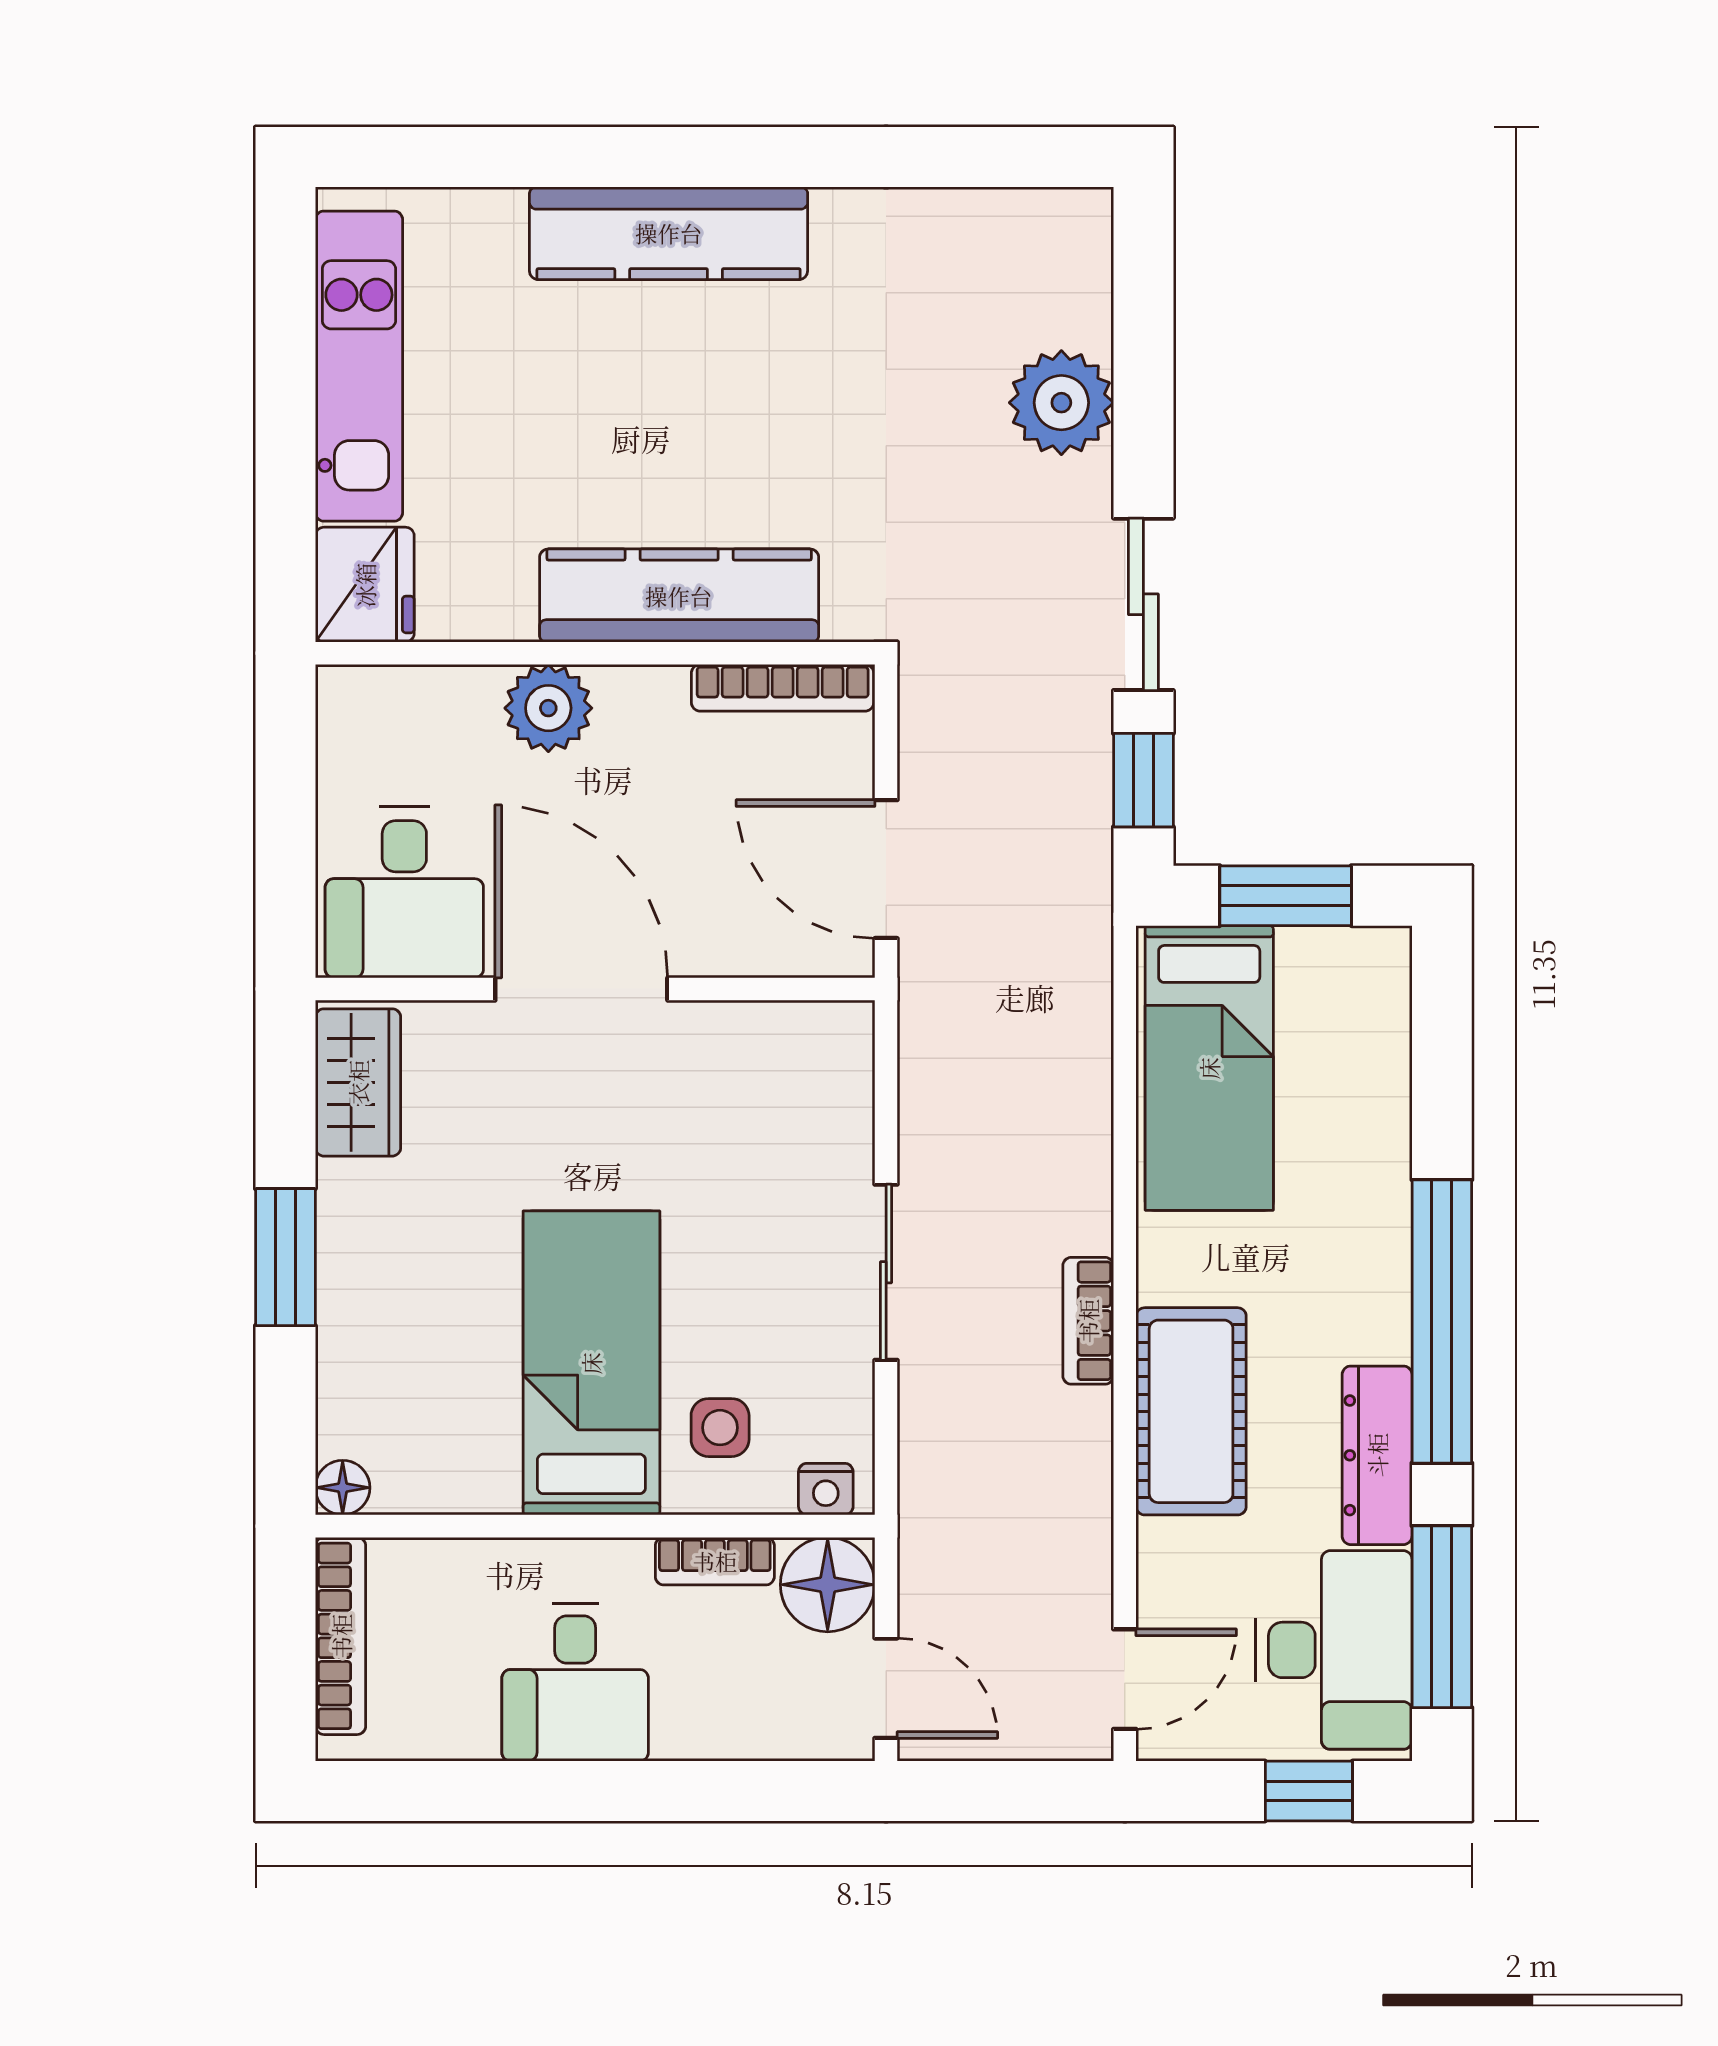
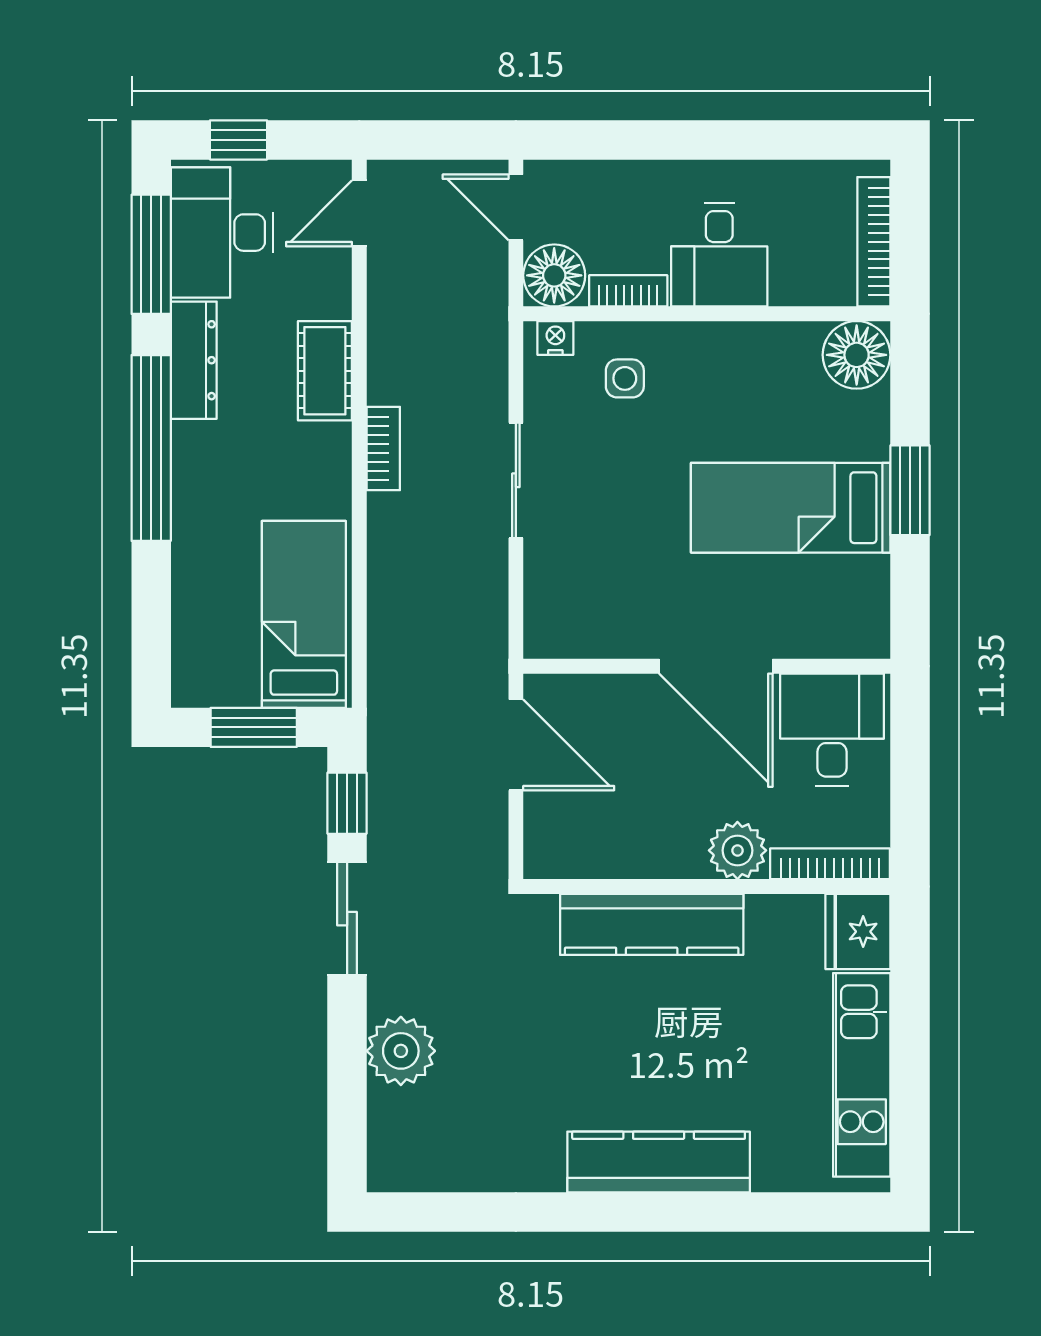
bookcase: (783, 688) -> (830, 864), moved
wardrobe: (358, 1082) -> (862, 605), removed
bed: (591, 1363) -> (791, 508), moved, turned 90
cot: (1191, 1411) -> (325, 371), width x0.73, depth x0.75
floor lamp: (343, 1488) -> (857, 355), width x1.89, depth x1.89
desk: (575, 1682) -> (719, 255), moved, turned 180

